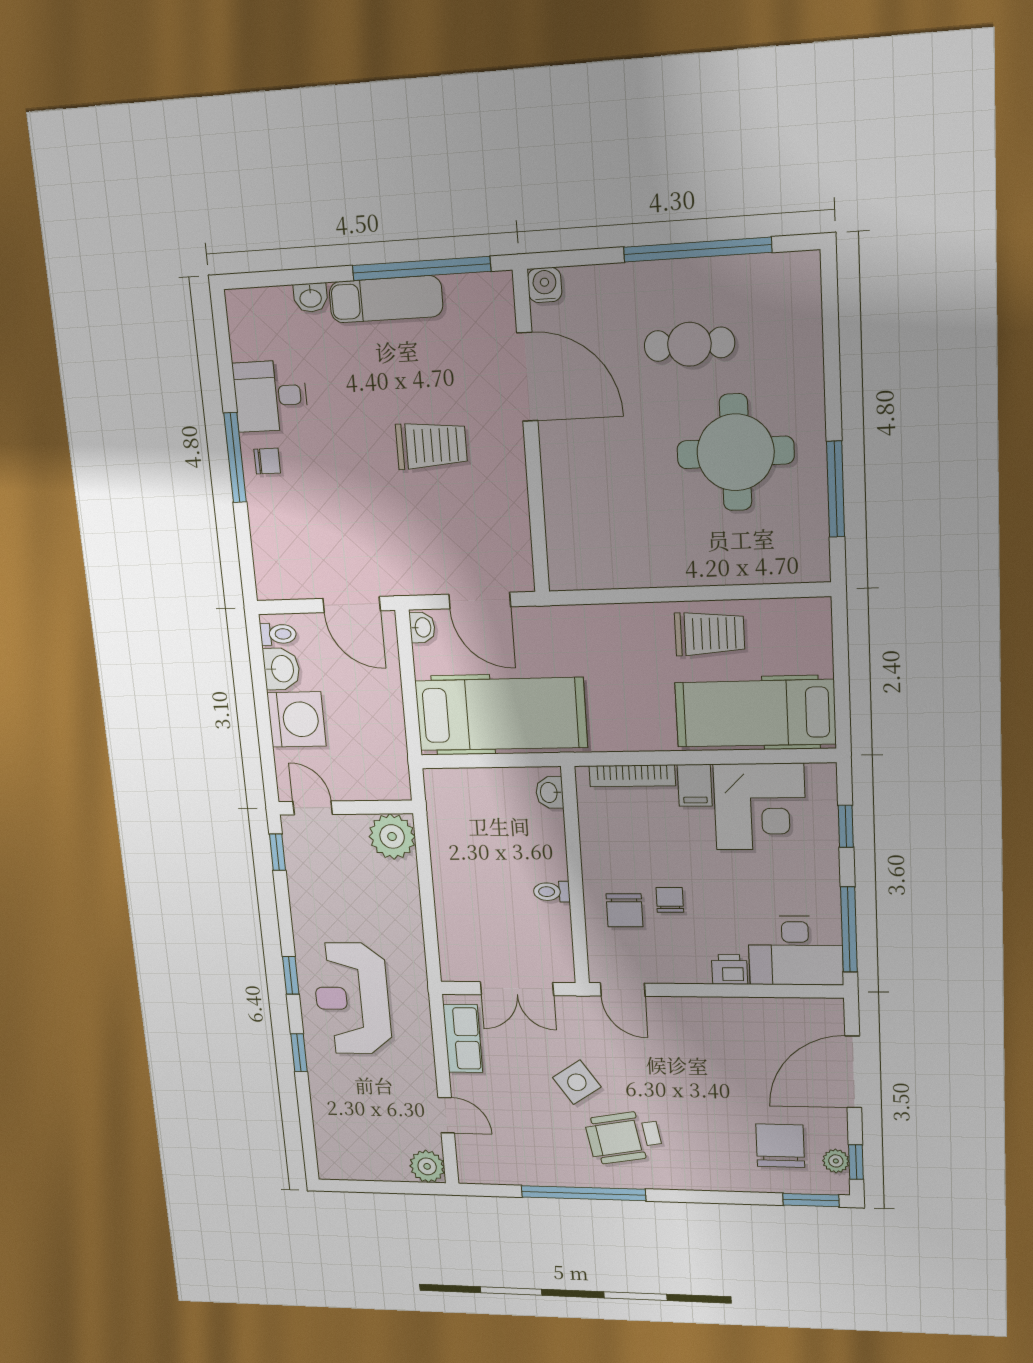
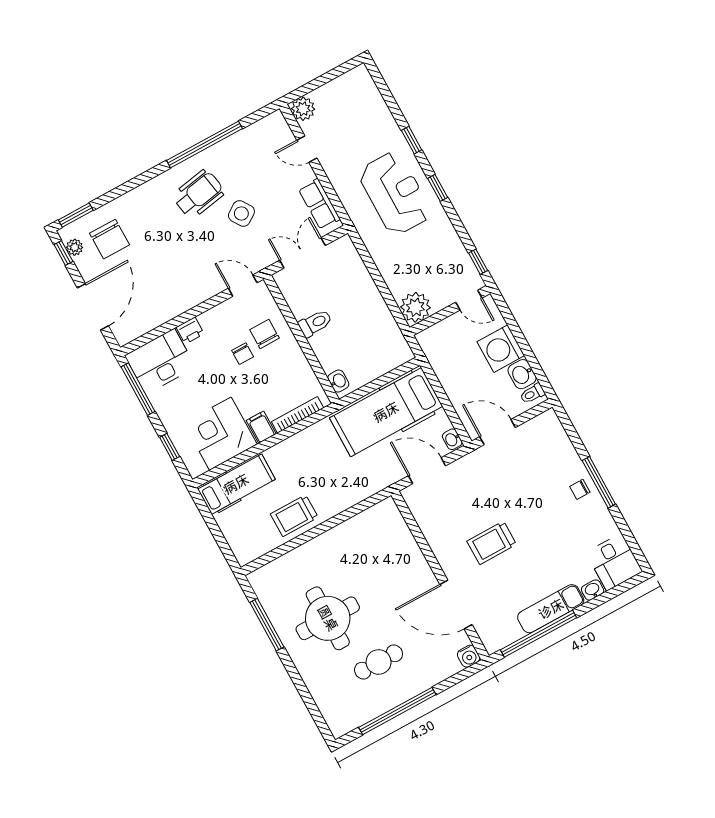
desk: (271, 396) -> (614, 562), moved, turned 90
hospital bed: (755, 713) -> (236, 484), width x0.73, depth x0.78
toilet: (552, 892) -> (315, 323), width x1.37, depth x1.39

